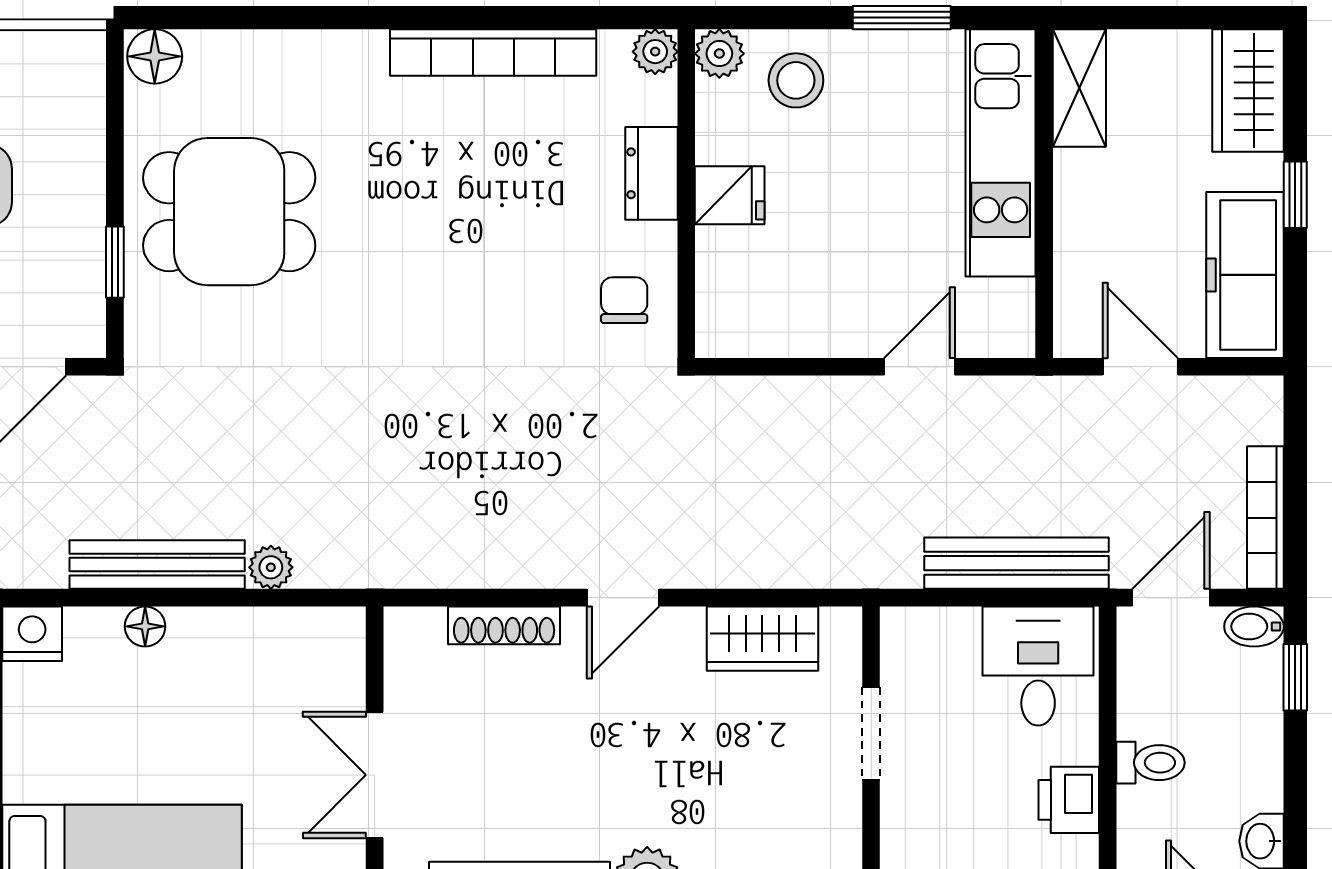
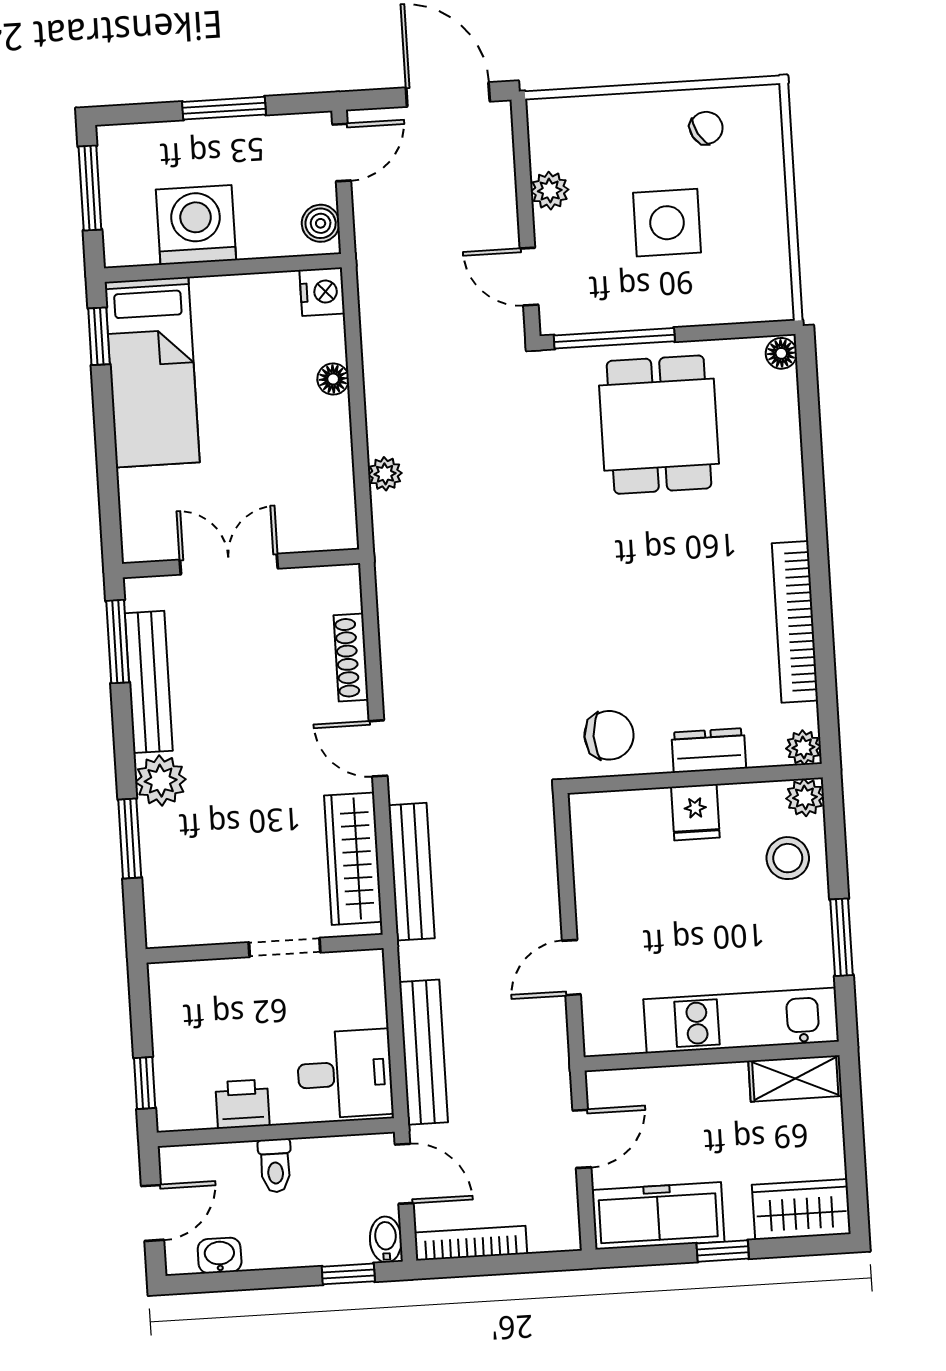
floor lamp: (155, 56) -> (781, 353), width x0.73, depth x0.73
window: (115, 262) -> (614, 338), width x2.17
chair: (624, 300) -> (609, 735), width x1.37, depth x1.37
door: (919, 367) -> (571, 968), swing flipped
bench: (157, 565) -> (412, 872), moved
wardrobe: (762, 639) -> (353, 859), width x1.50

